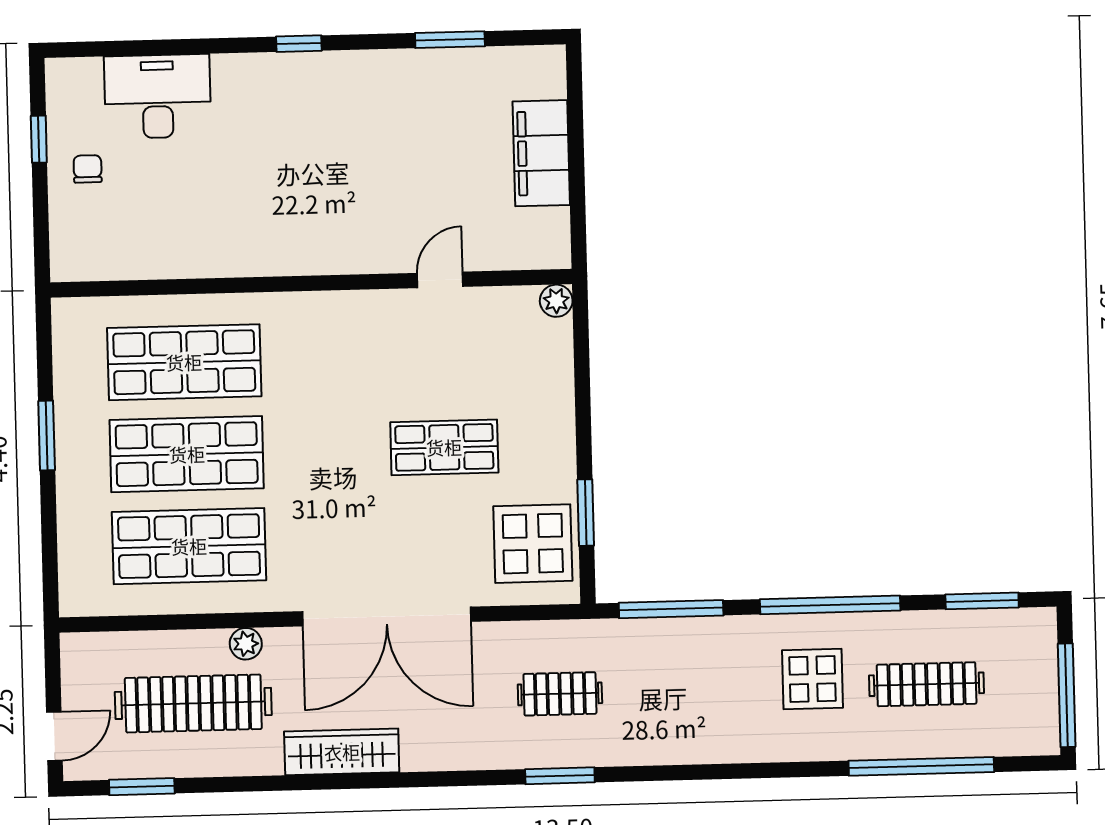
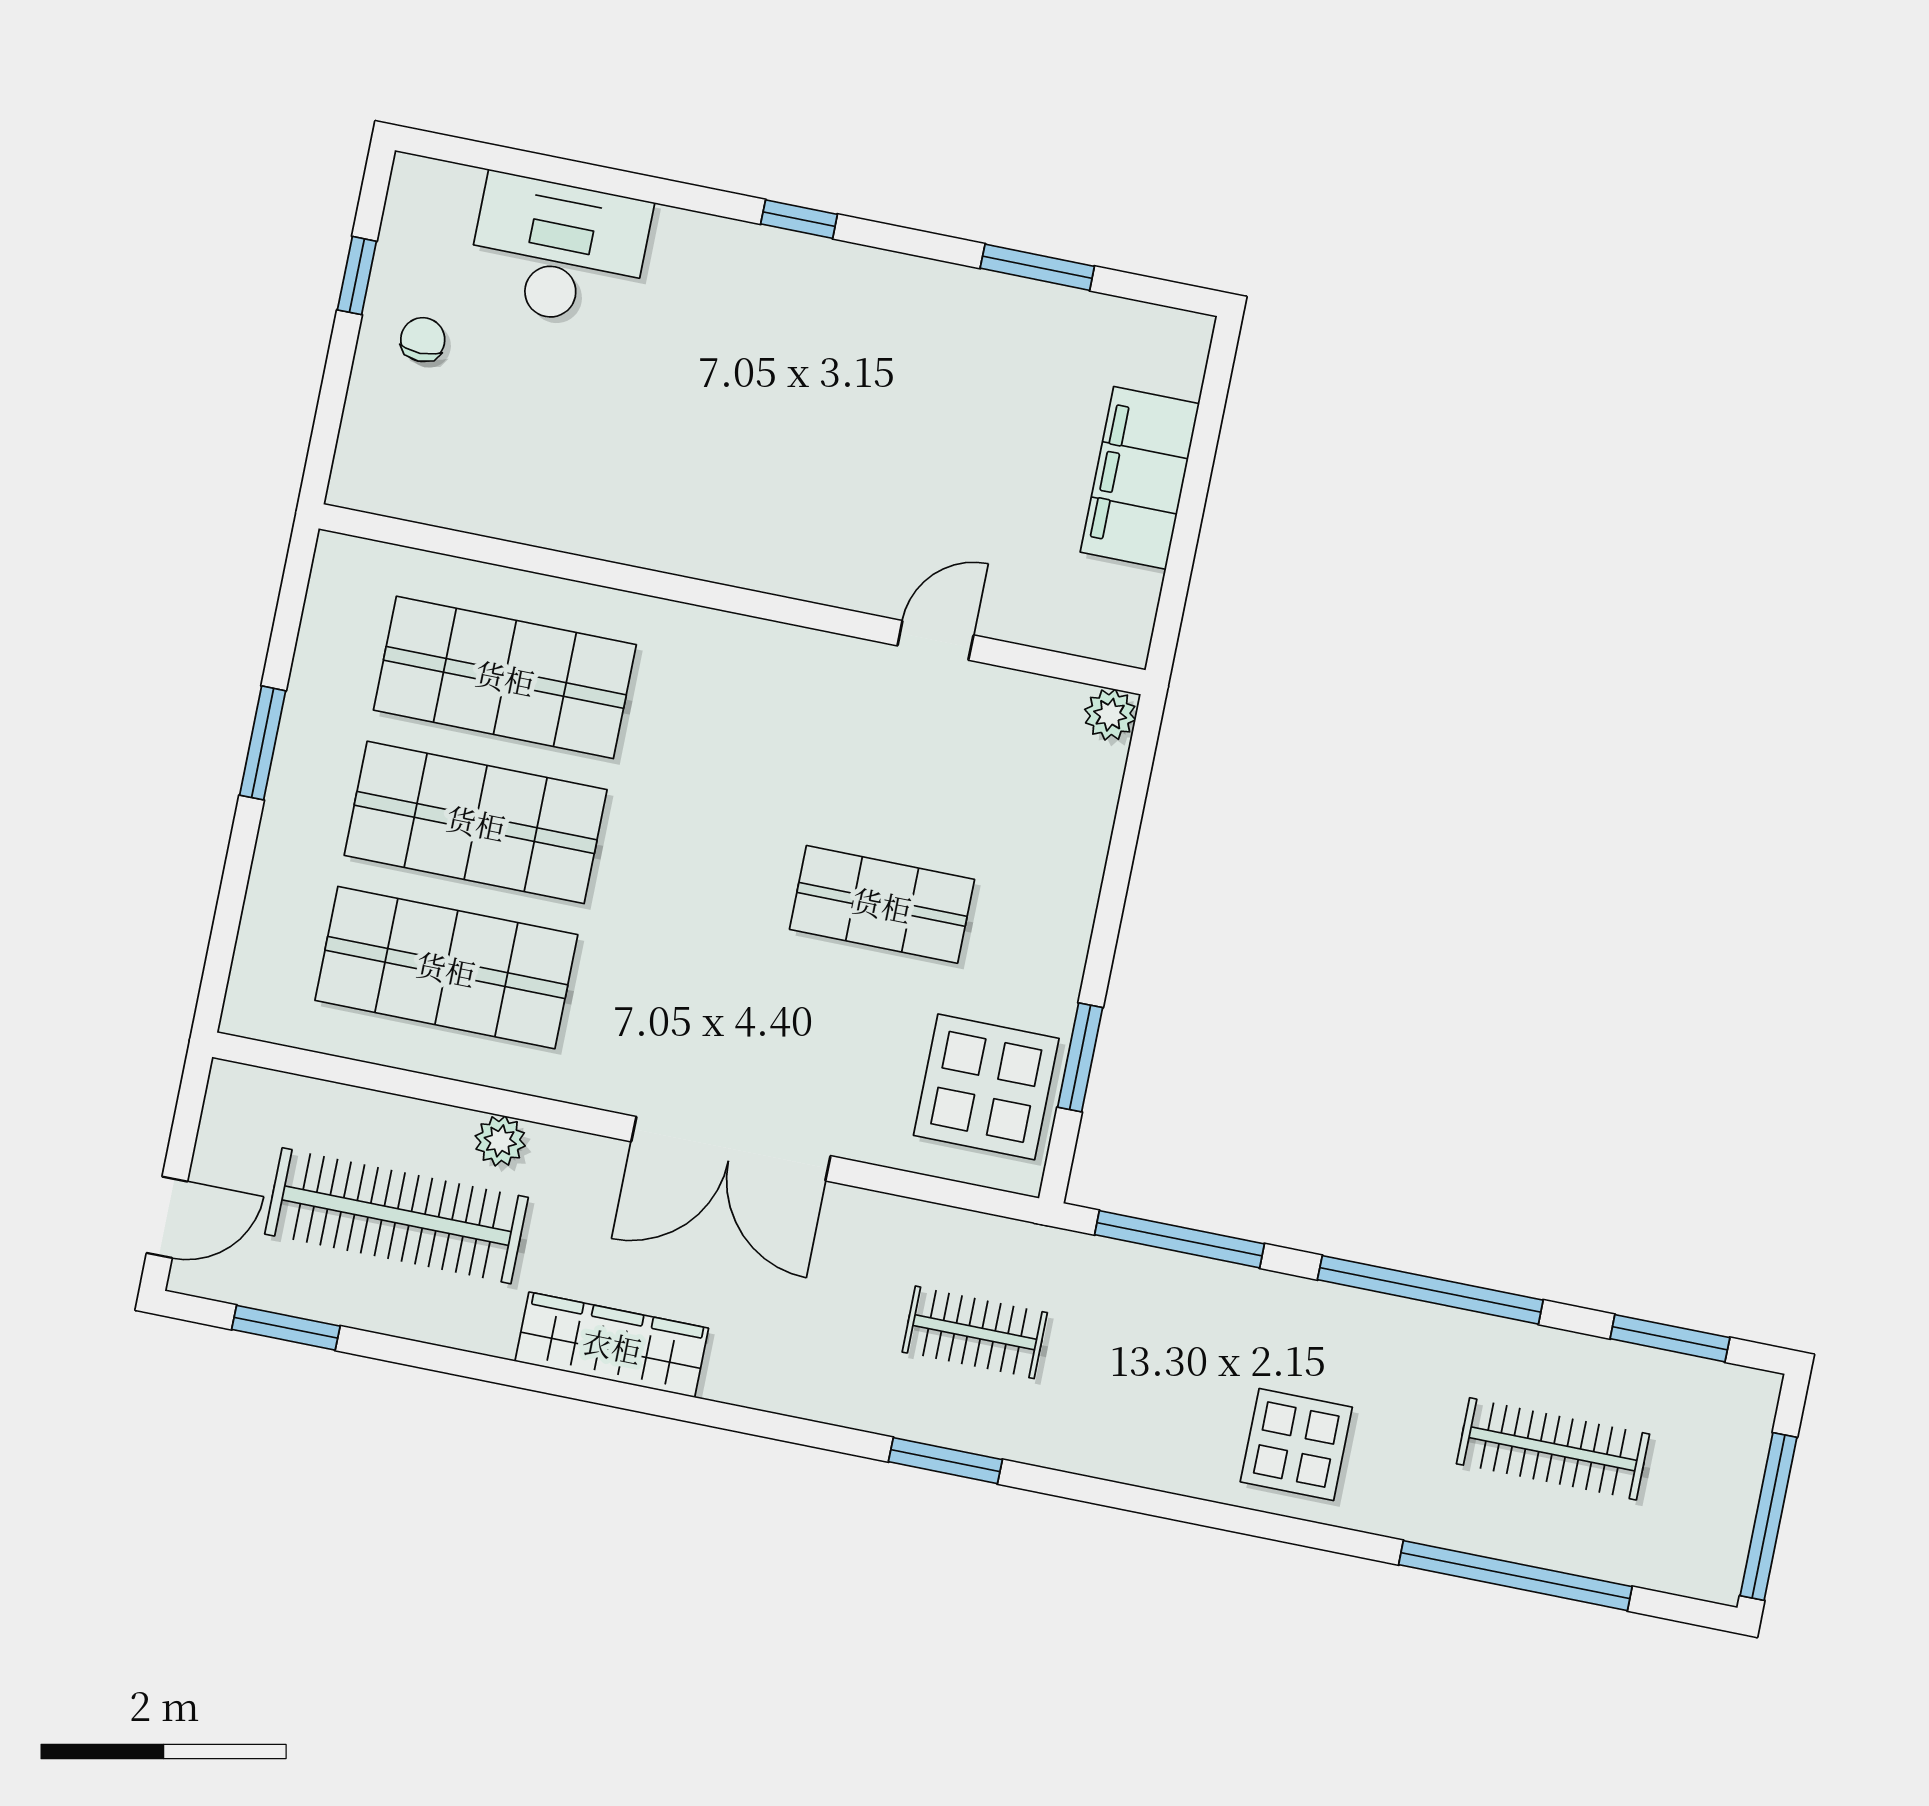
double door: (387, 617) -> (731, 1149), width x0.73
display table: (812, 679) -> (1296, 1445), moved

